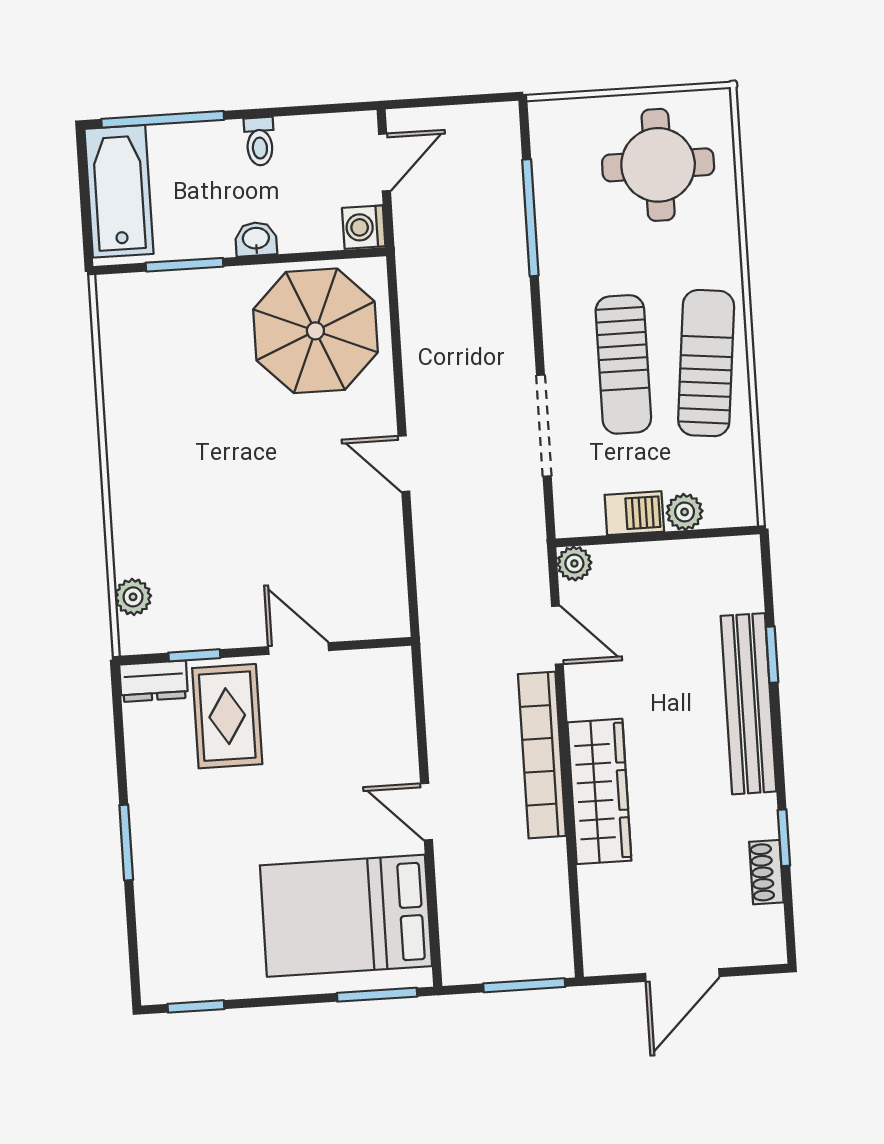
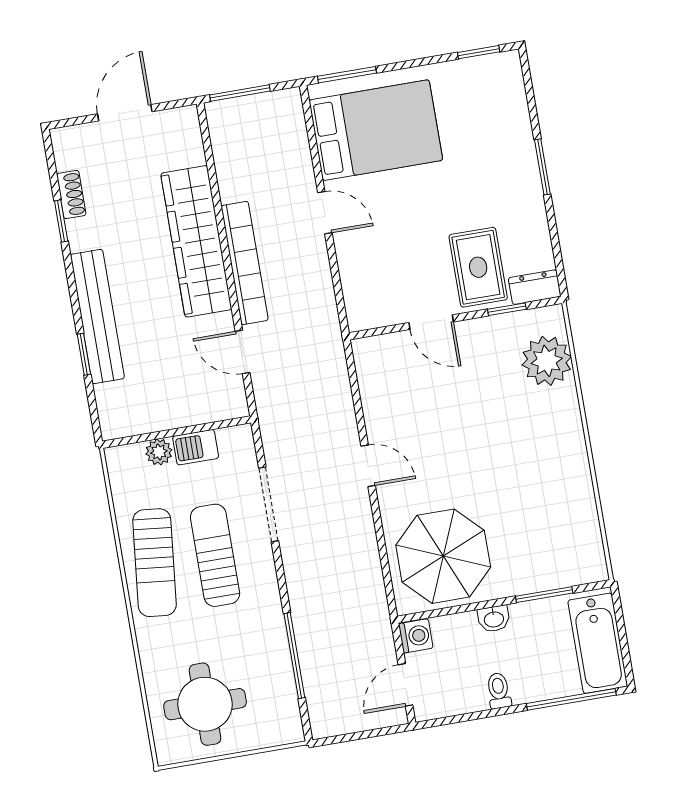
plant: (574, 563) -> (236, 406), removed
plant: (133, 597) -> (547, 361), width x1.88, depth x1.88
wardrobe: (599, 791) -> (196, 241), width x1.40, depth x1.17

